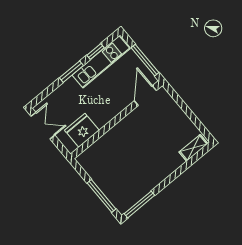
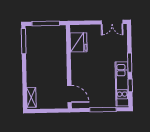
door: (145, 96) -> (69, 94), moved
wall: (116, 120) -> (69, 67), moved
fridge: (82, 130) -> (79, 42), moved

